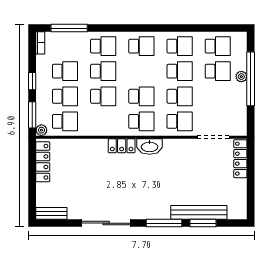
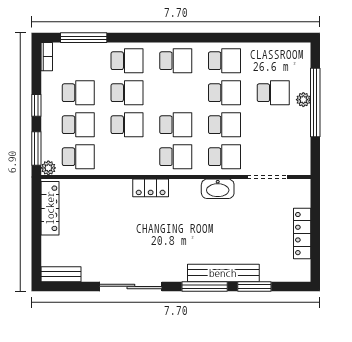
school desk: (218, 46) -> (273, 61), removed
washbasin: (150, 147) -> (218, 189), moved
locker: (240, 159) -> (302, 234), moved
bench: (199, 212) -> (223, 273), moved

